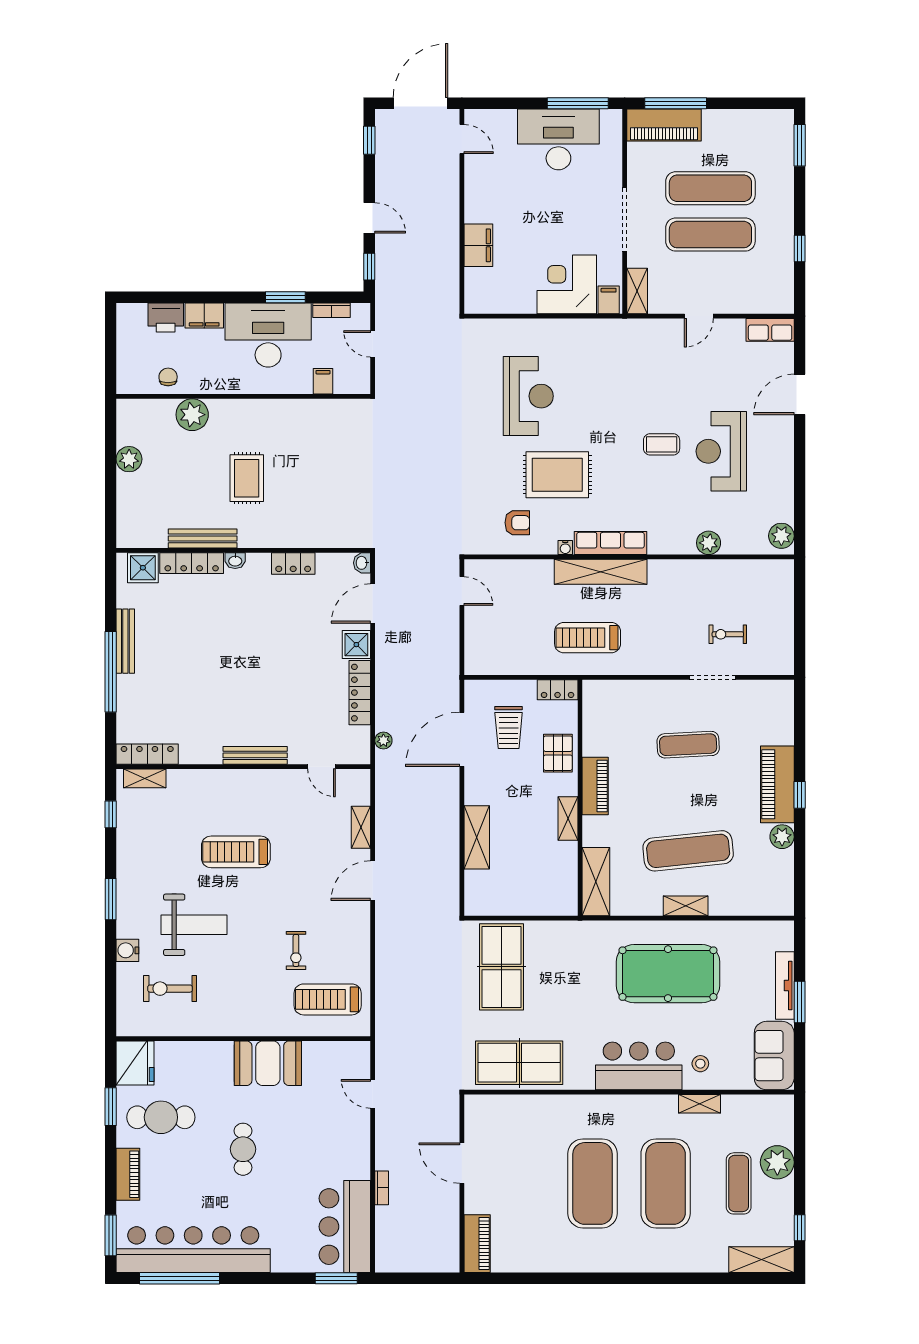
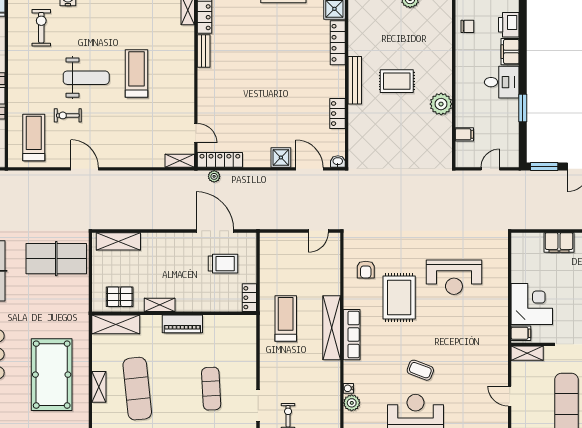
window: (369, 267) -> (544, 167), width x1.50
bookcase: (332, 310) -> (514, 140), removed
desk: (268, 335) -> (502, 82), width x0.53, depth x0.77
plant: (192, 415) -> (441, 104), moved
coffee table: (662, 444) -> (420, 370), turned -69
bench: (203, 538) -> (355, 80), moved
water cooler: (565, 548) -> (348, 388), moved
washbasin: (235, 561) -> (339, 73), removed
locker: (360, 693) -> (220, 160), moved
trolley: (509, 728) -> (223, 264), turned 180
pallet: (558, 753) -> (120, 297), moved
bench: (255, 755) -> (204, 51), moved, width x0.73
door: (321, 767) -> (196, 133), swing flipped
shelving: (361, 827) -> (180, 161), moved
shelving: (477, 837) -> (118, 241), moved
door: (373, 881) -> (85, 169), moved
weight bench: (194, 925) -> (86, 78), moved, turned -90

